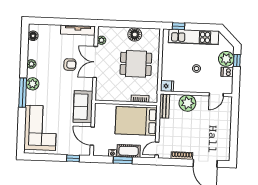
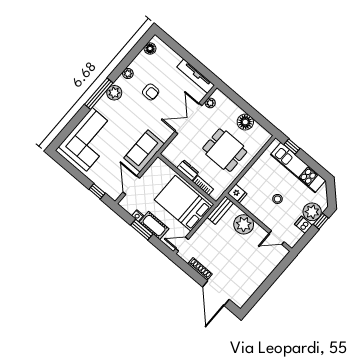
armchair: (70, 65) -> (151, 92), moved
dresser: (122, 97) -> (188, 170), added

